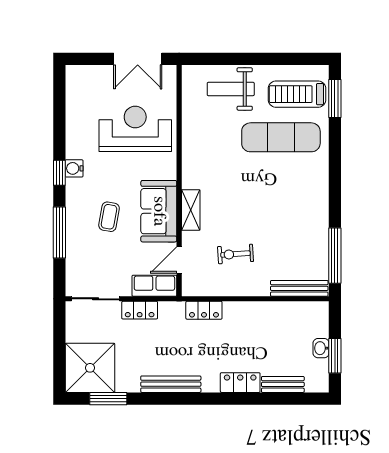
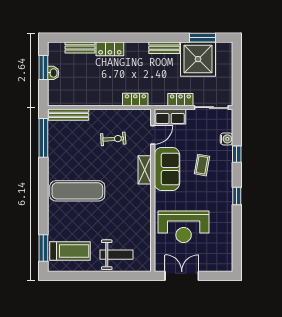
exercise mat: (281, 137) -> (77, 191), moved
water cooler: (74, 168) -> (226, 139), moved
window: (59, 232) -> (237, 154), width x0.46
shower: (90, 368) -> (198, 59), moved
bench: (171, 384) -> (164, 48), width x0.73

